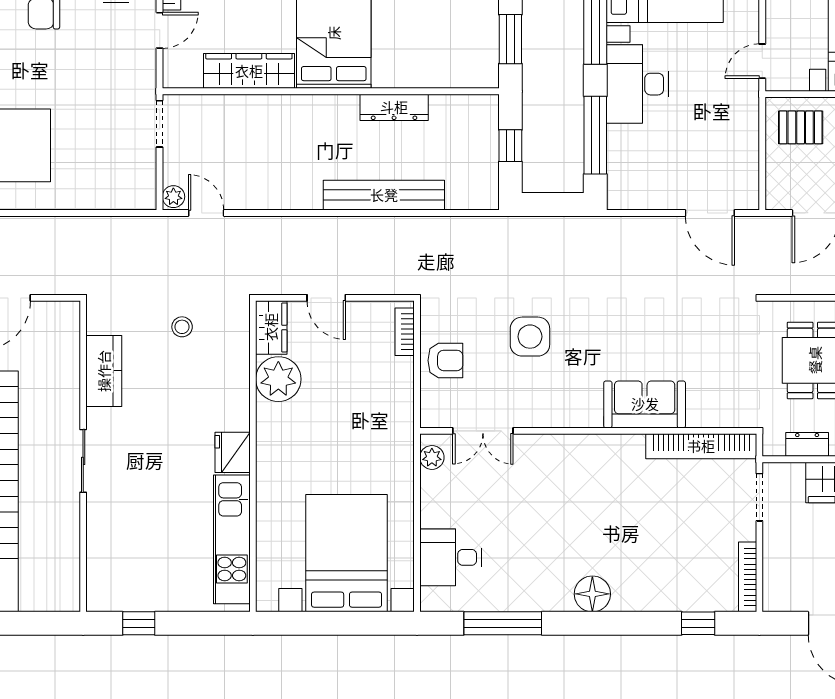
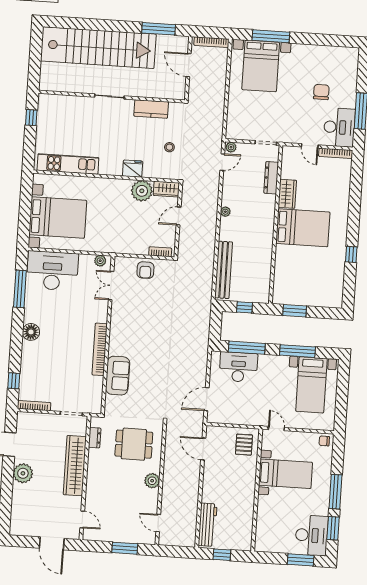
wardrobe: (249, 71) -> (287, 194), width x0.67
desk: (637, 84) -> (238, 367), moved
dresser: (394, 107) -> (271, 178), moved
bench: (384, 195) -> (224, 270), moved
plant: (311, 200) -> (225, 212), added
side table: (530, 337) -> (154, 311), removed
sofa: (645, 404) -> (118, 376), moved
bookcase: (701, 446) -> (100, 349), moved
fridge: (233, 452) -> (133, 169), moved
desk: (451, 557) -> (52, 271), width x1.87, depth x1.30

